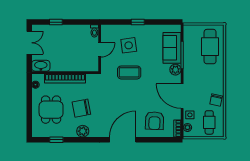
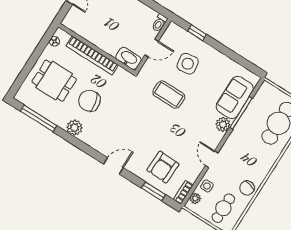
window: (138, 22) -> (197, 33), moved
washbasin: (41, 66) -> (128, 58), moved
door: (182, 96) -> (212, 159), width x0.53
dining table: (51, 110) -> (54, 81), turned 90
window: (56, 140) -> (39, 118), width x2.17
door: (123, 140) -> (113, 166), width x0.53
window: (158, 140) -> (153, 191), added

